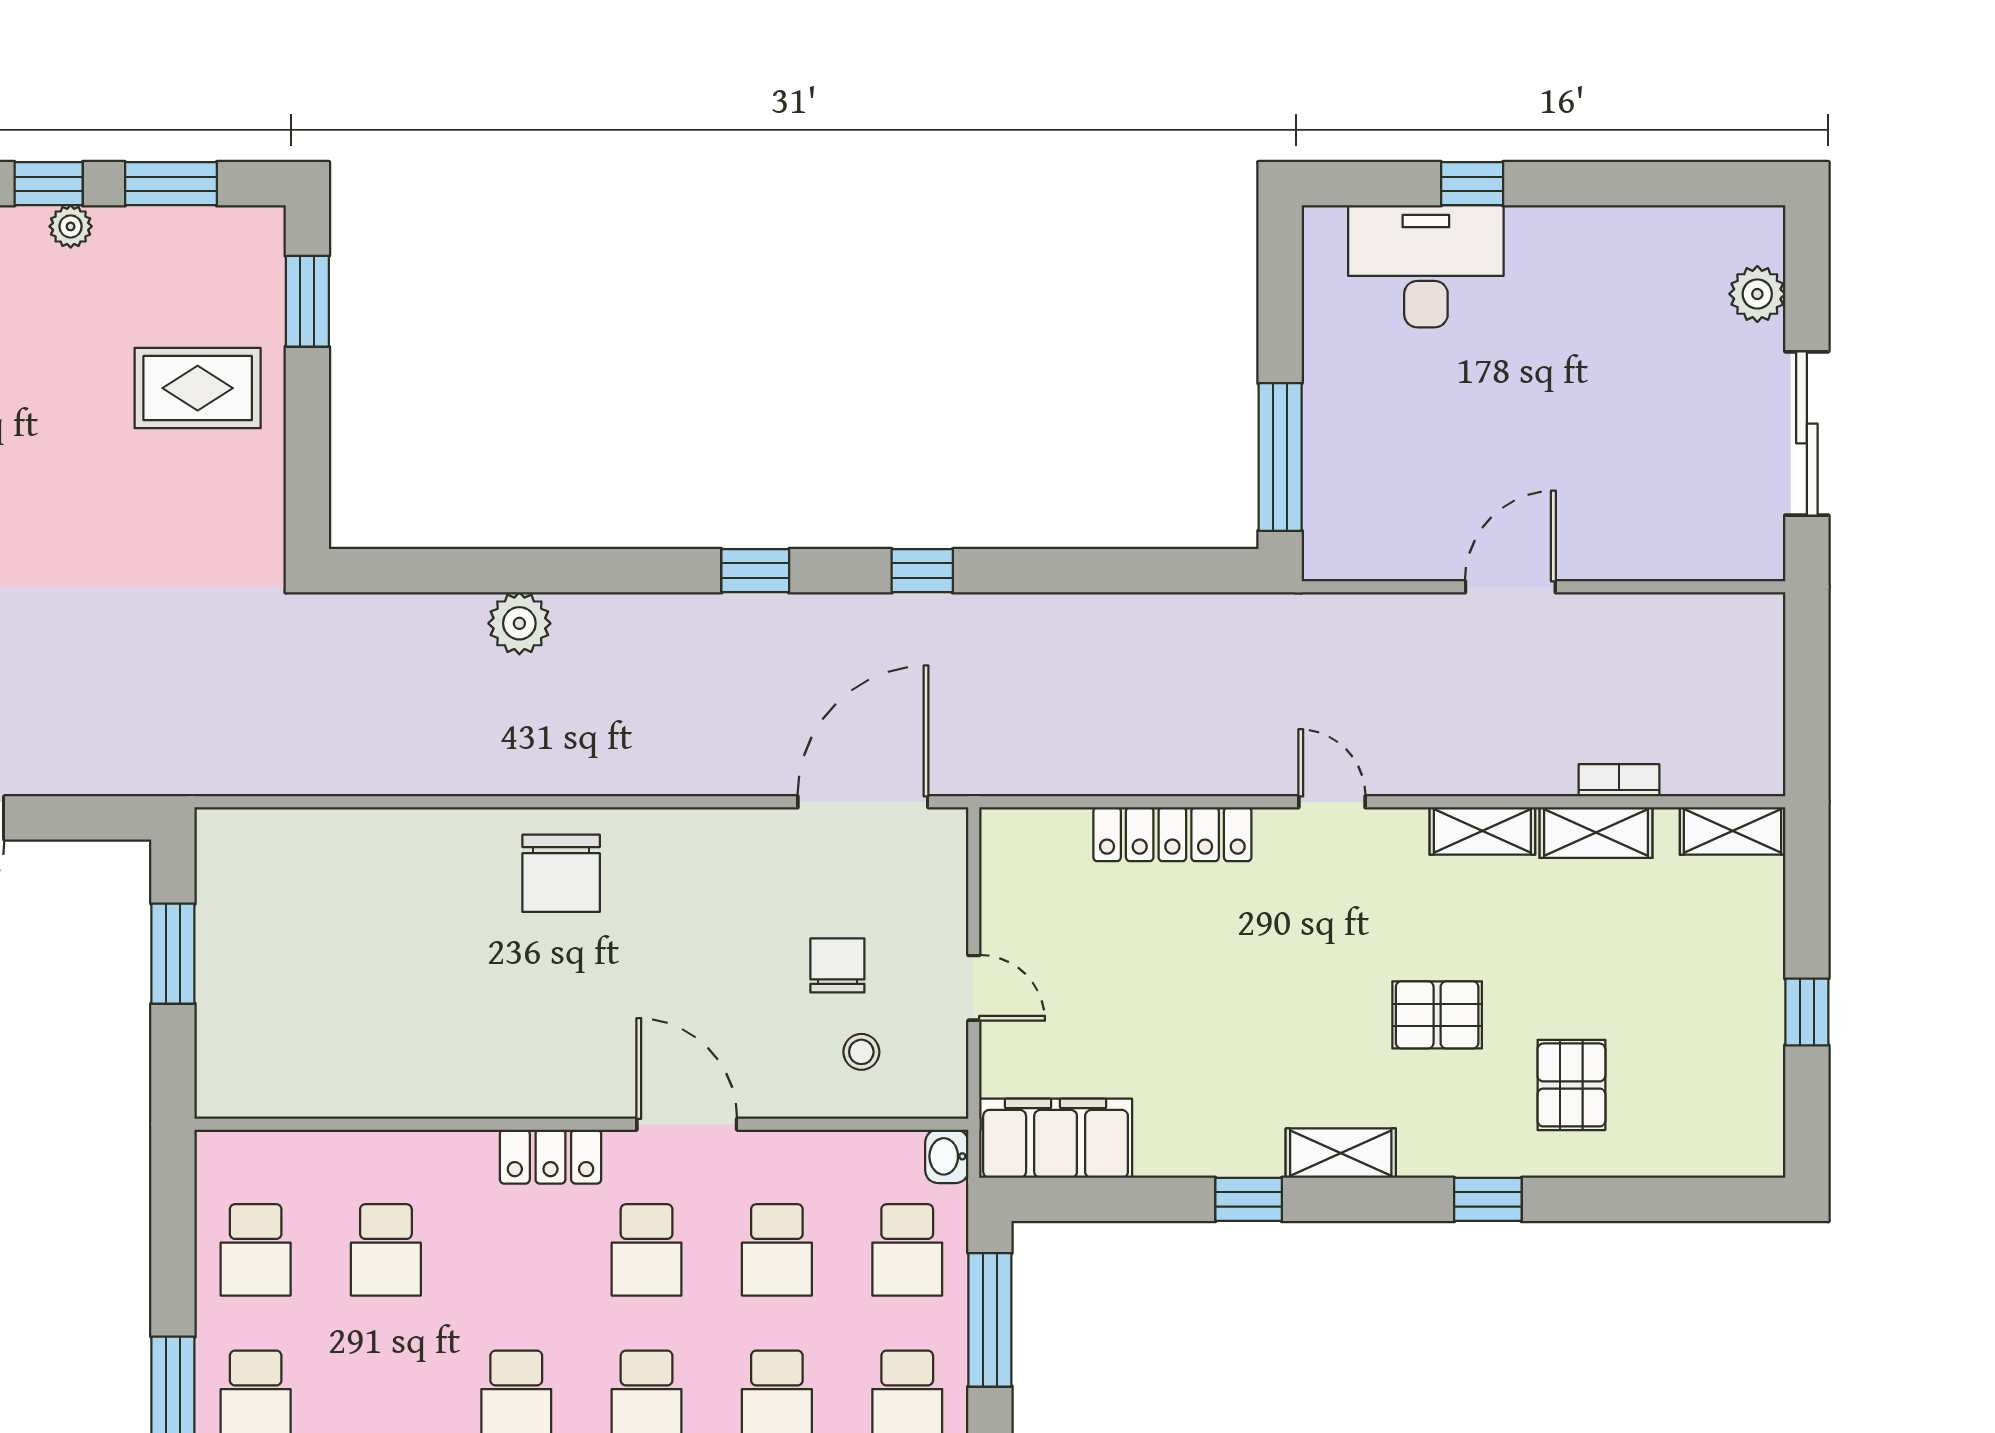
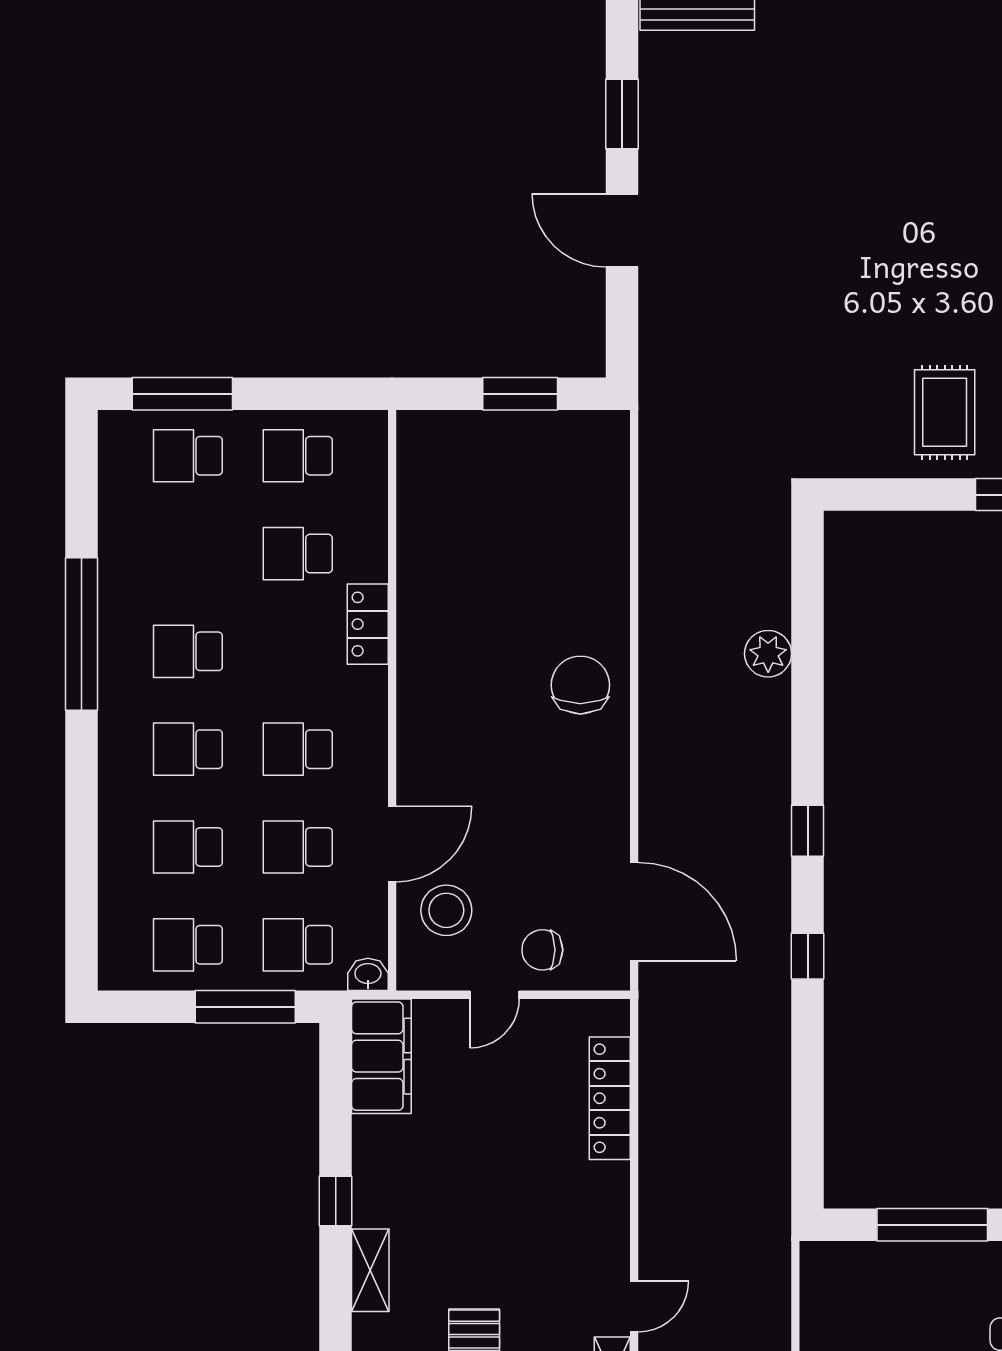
window: (1280, 457) -> (932, 1225), moved
door: (1332, 802) -> (634, 1307), moved
locker: (1172, 834) -> (610, 1098), moved
chair: (561, 873) -> (580, 685), turned 90
chair: (837, 965) -> (542, 950), moved, turned 180
stool: (861, 1052) -> (446, 910), width x1.89, depth x1.89
door: (687, 1124) -> (392, 844), moved
locker: (550, 1157) -> (368, 624), moved

